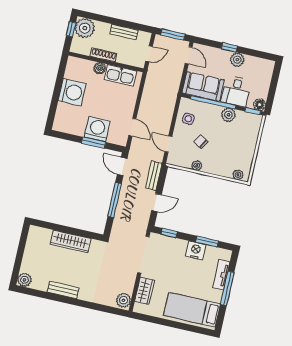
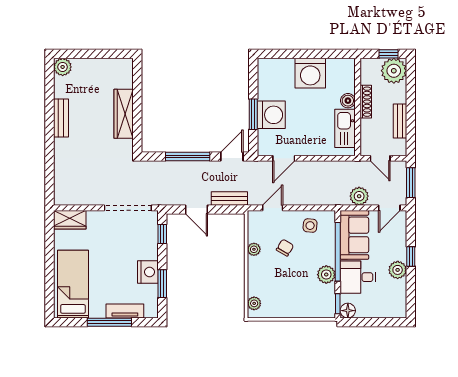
wardrobe: (145, 291) -> (70, 220), moved
plant: (123, 300) -> (359, 196), moved

